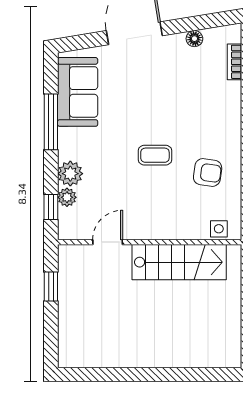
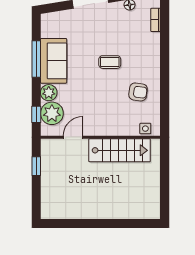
sofa: (78, 92) -> (54, 61), moved
coffee table: (155, 155) -> (110, 62), moved
plant: (67, 197) -> (52, 113), width x1.87, depth x1.87

